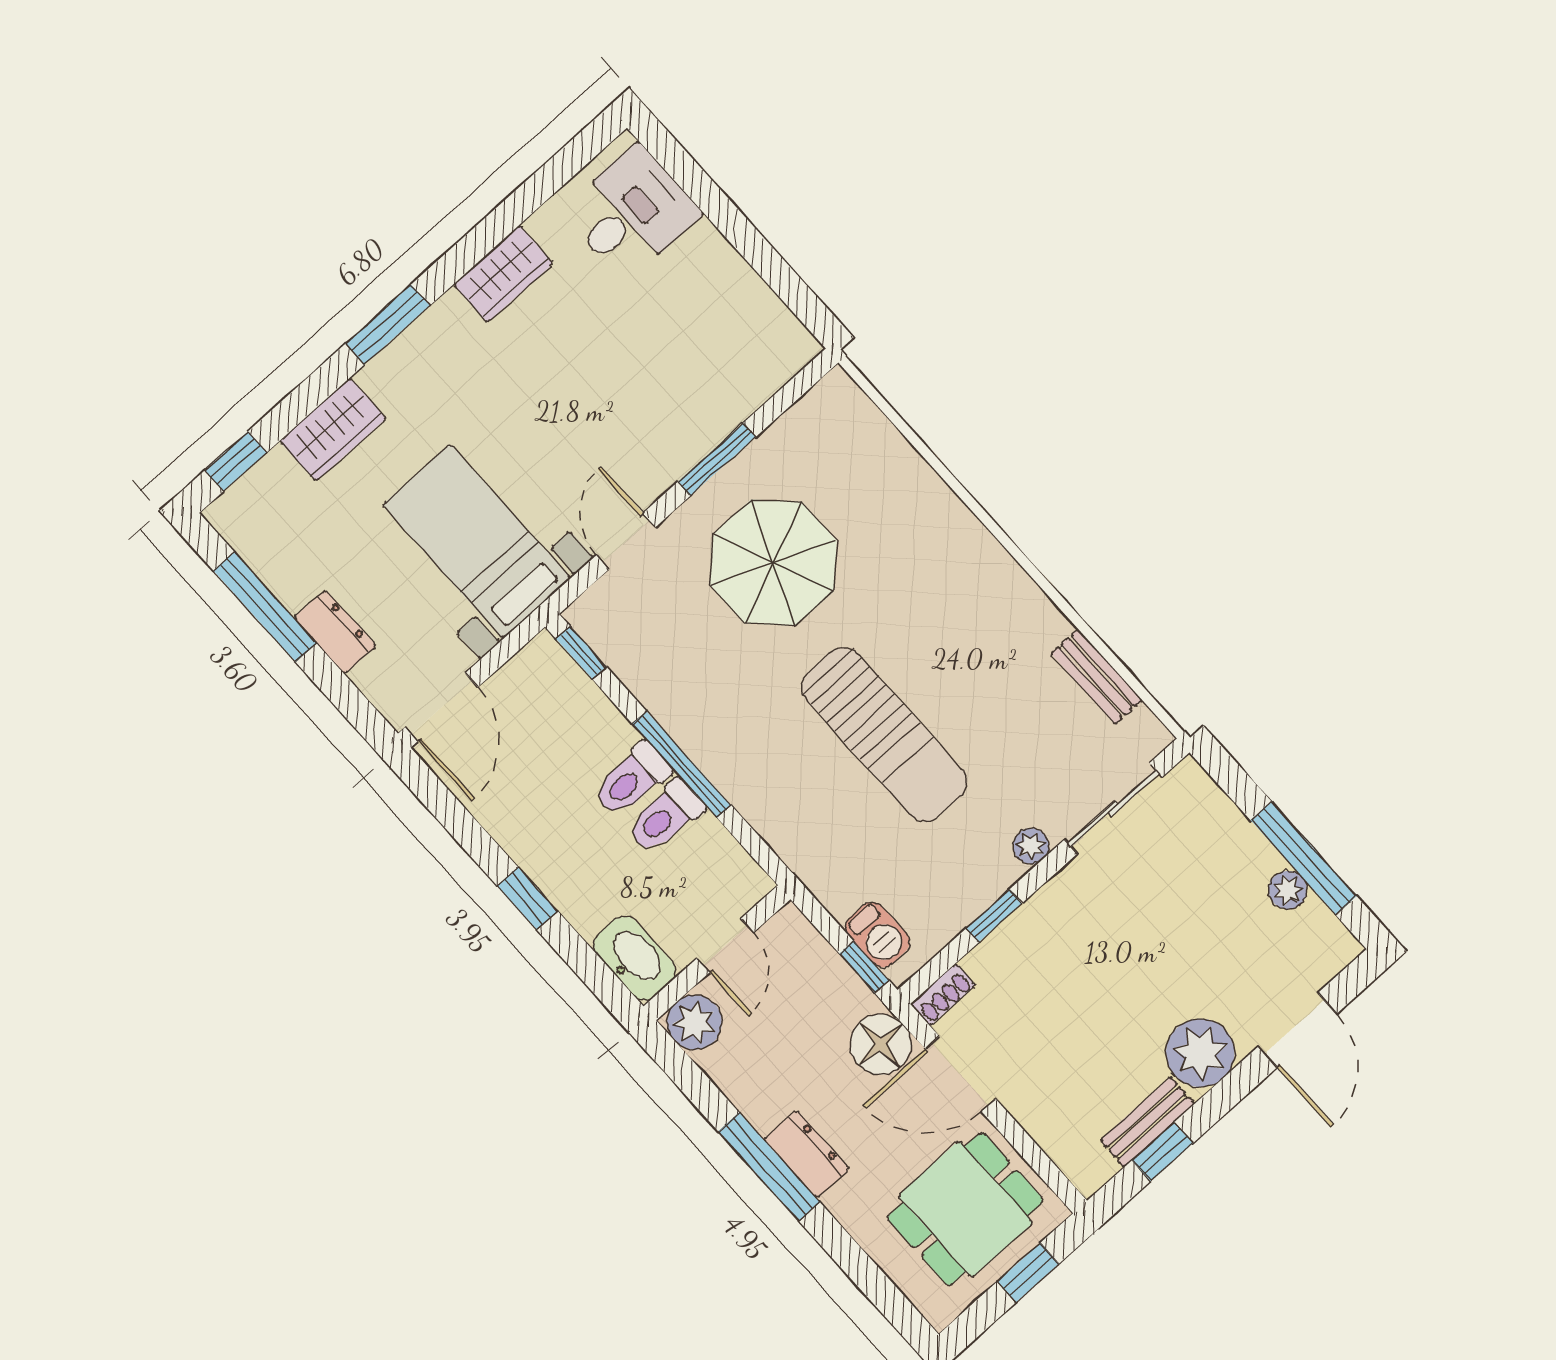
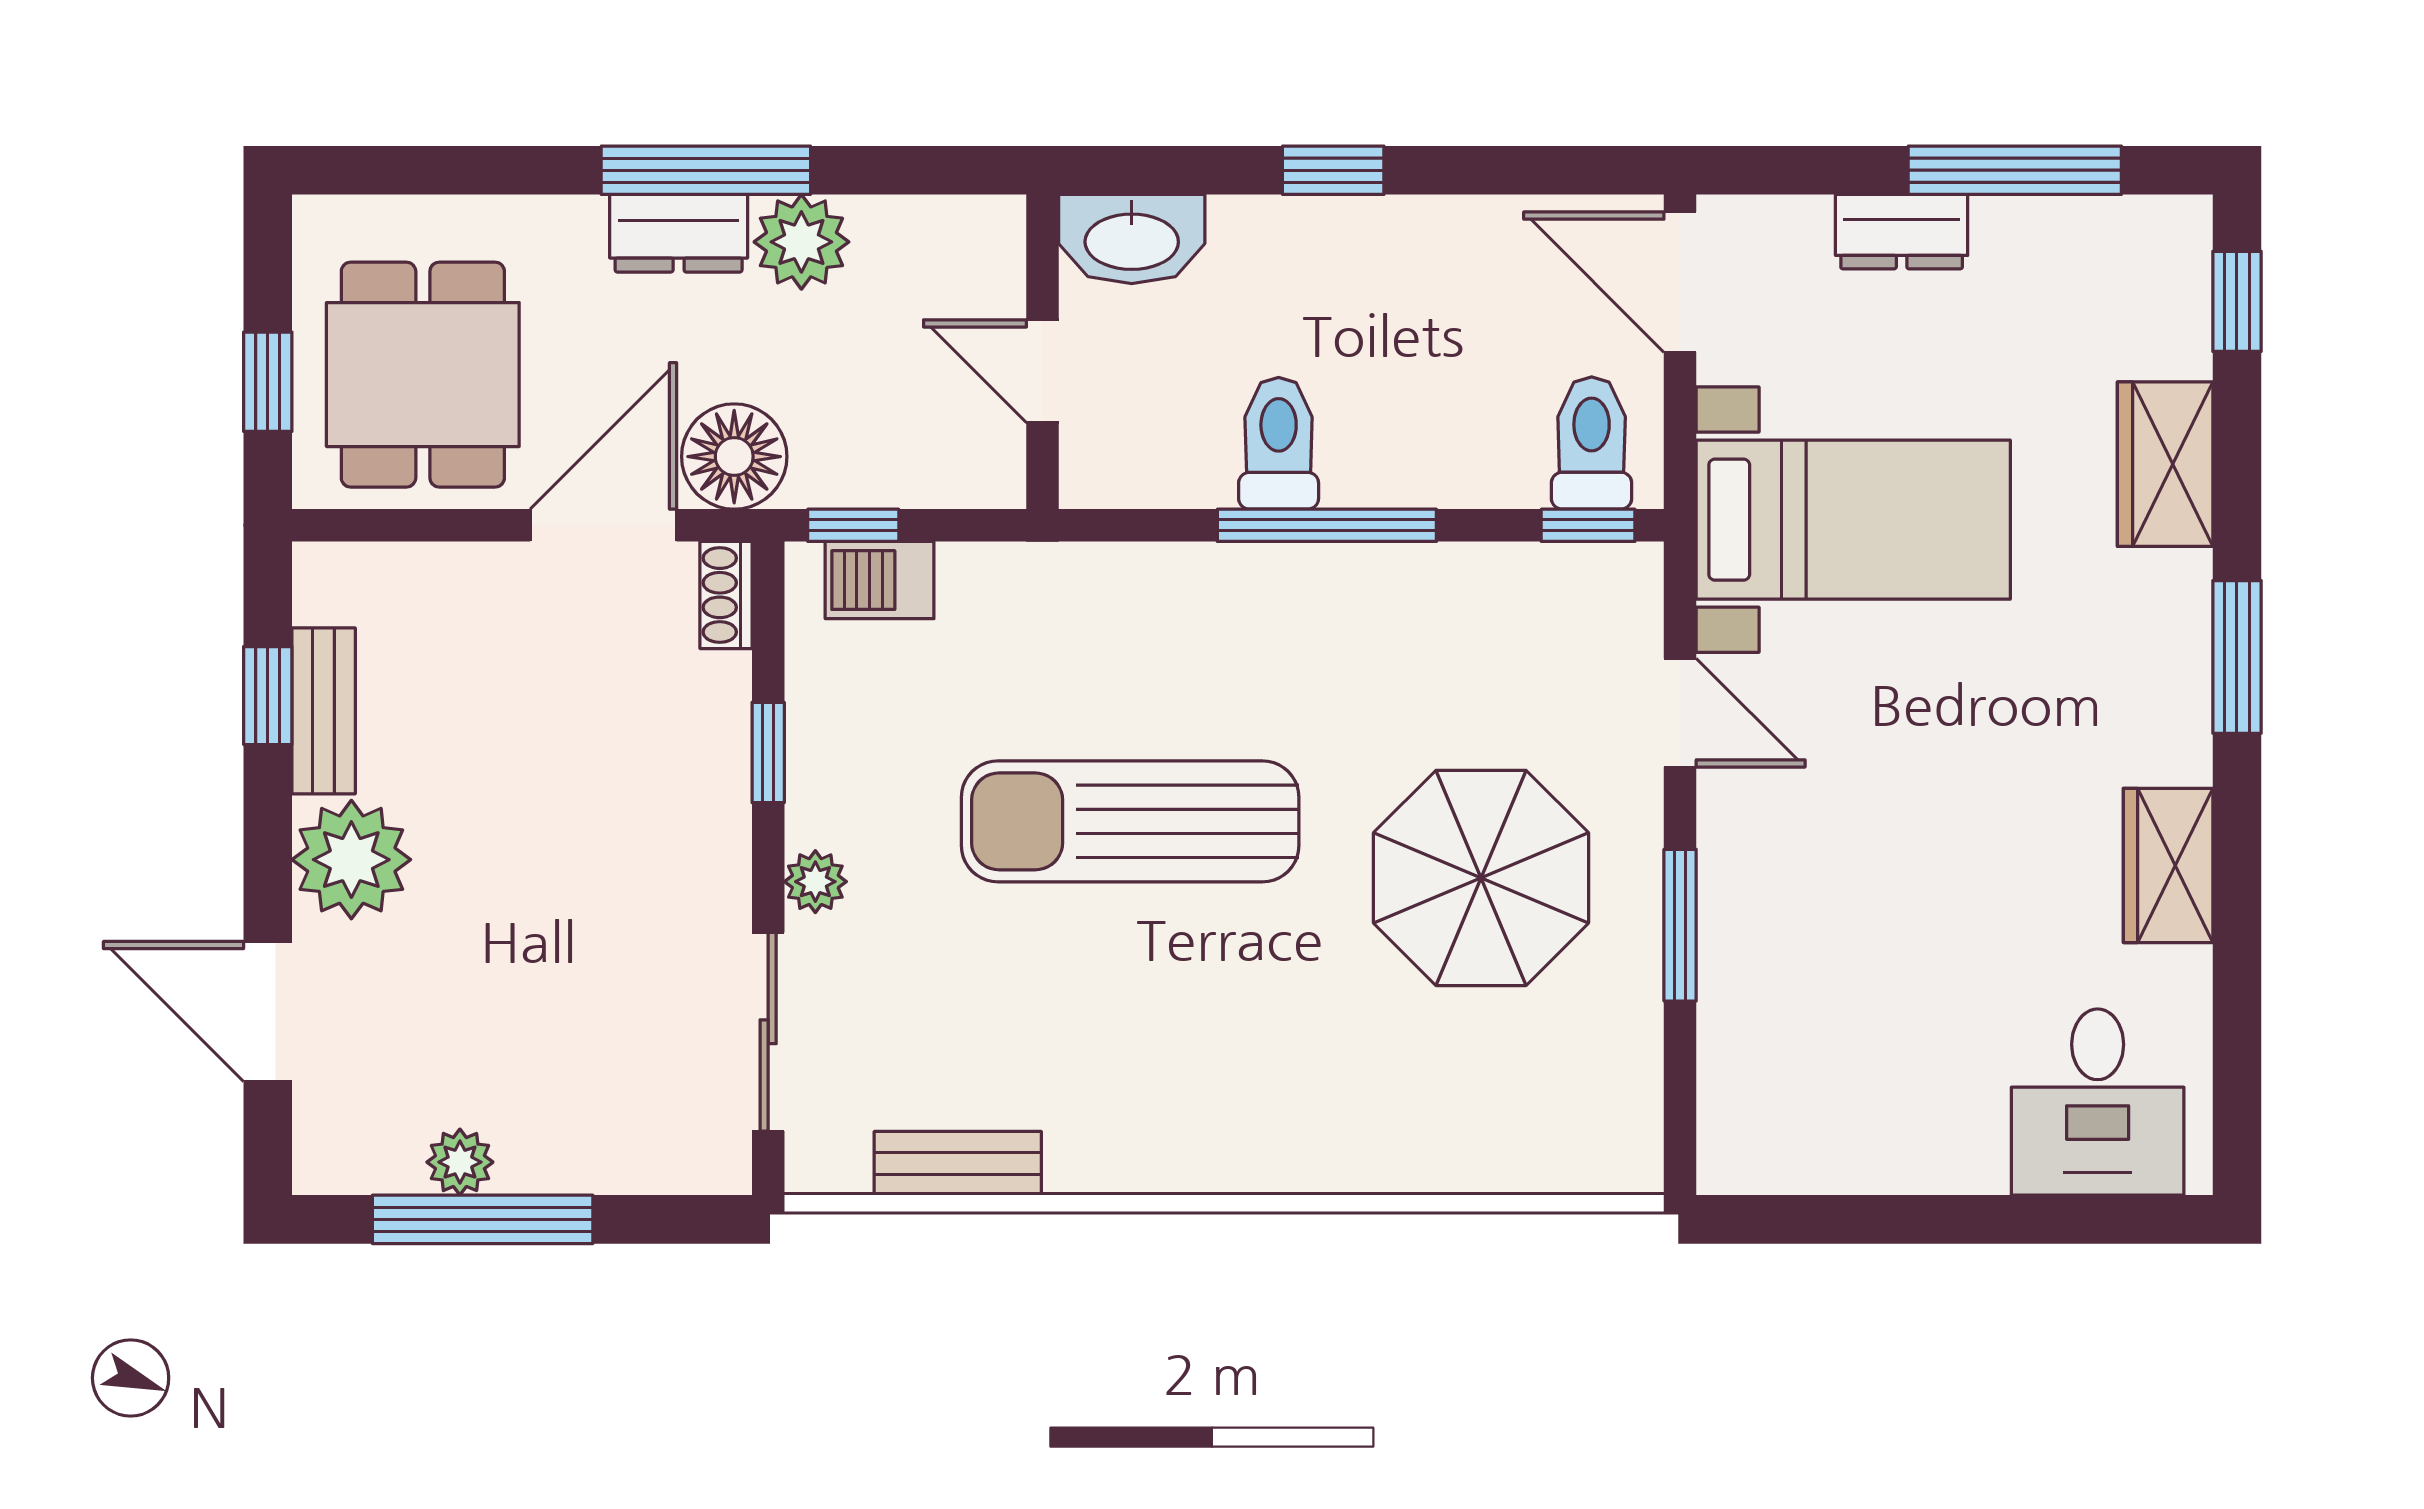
toilet: (632, 780) -> (1592, 443), moved
plant: (694, 1022) -> (801, 242), moved

